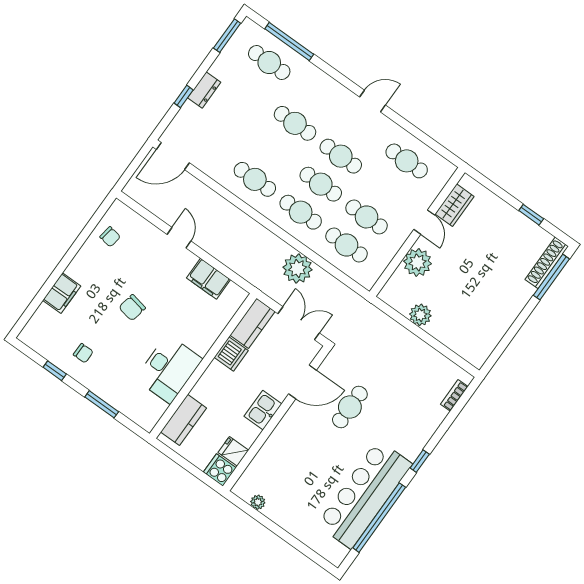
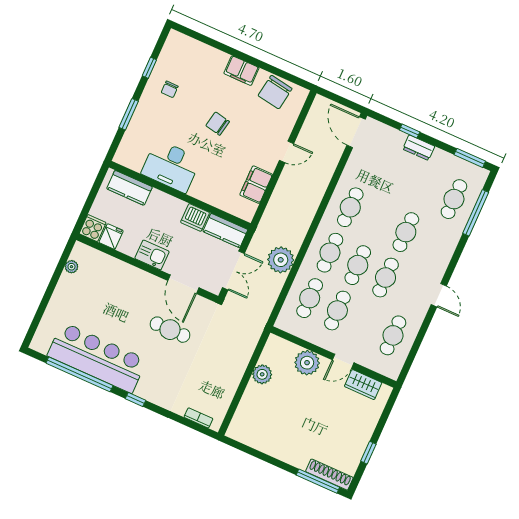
chair: (110, 237) -> (275, 92), width x1.87, depth x1.87
filing cabinet: (62, 293) -> (241, 71), moved

